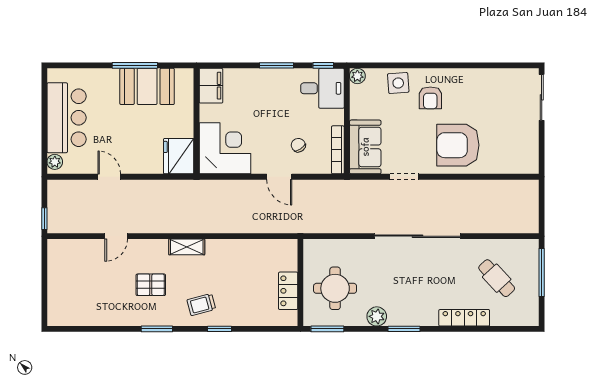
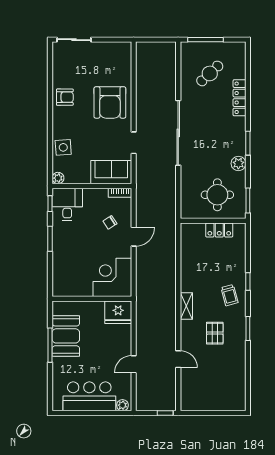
filing cabinet: (211, 86) -> (65, 288), removed
armchair: (430, 98) -> (65, 97), moved
bookcase: (338, 150) -> (120, 193), width x0.64

